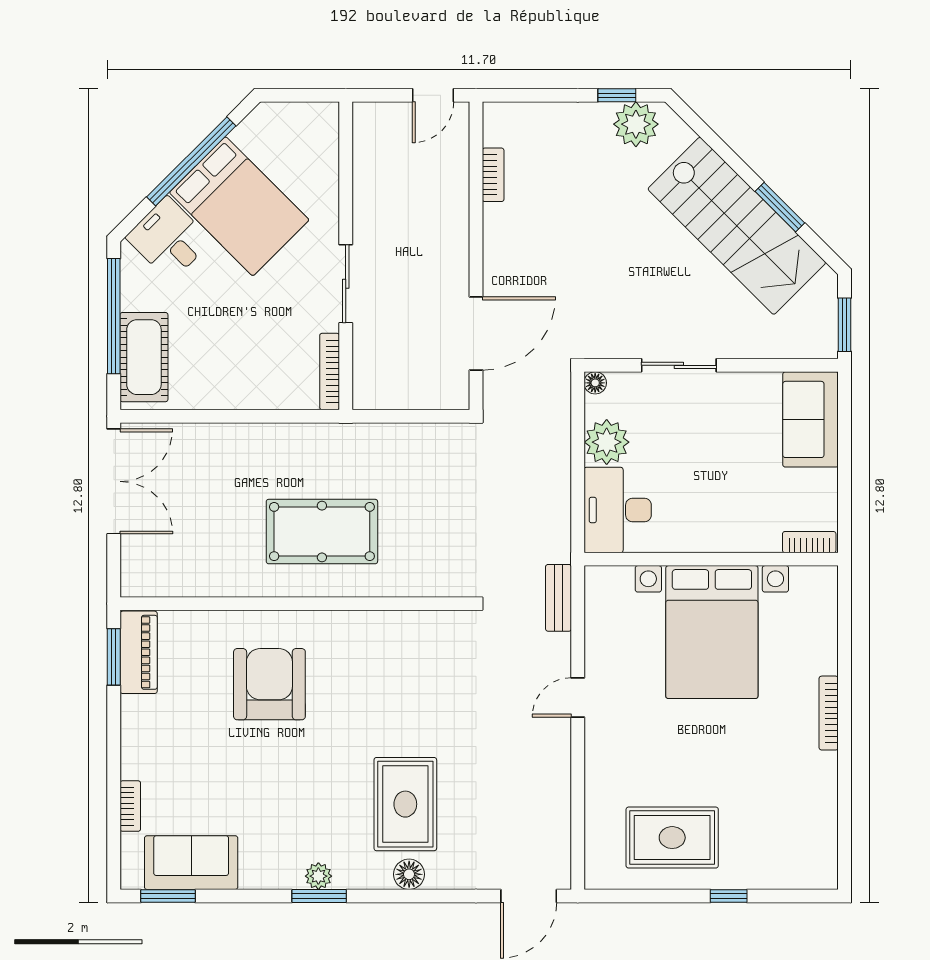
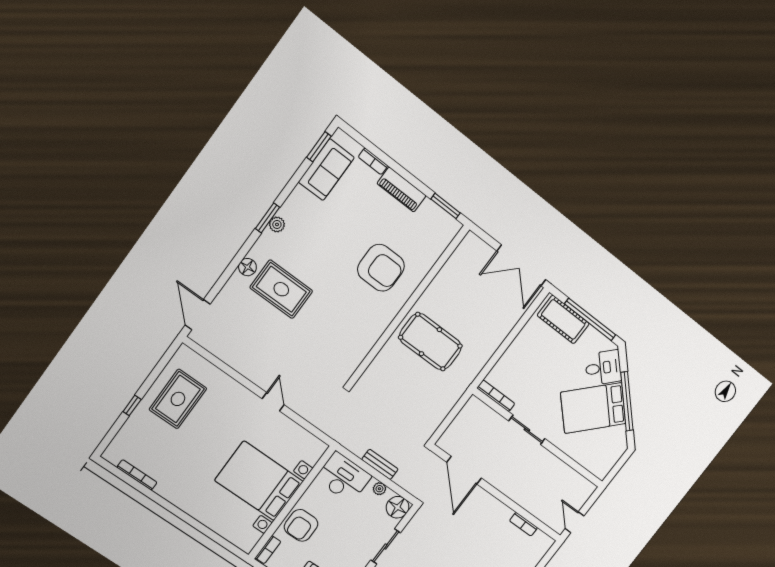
floor lamp: (595, 383) -> (398, 507), width x1.89, depth x1.89
plant: (607, 442) -> (379, 489), width x0.53, depth x0.53
armchair: (736, 520) -> (301, 525), added
pool table: (322, 532) -> (430, 342), turned 90
bench: (559, 598) -> (380, 464), moved
piano: (139, 652) -> (402, 190), moved
bookcase: (829, 713) -> (137, 475), moved

